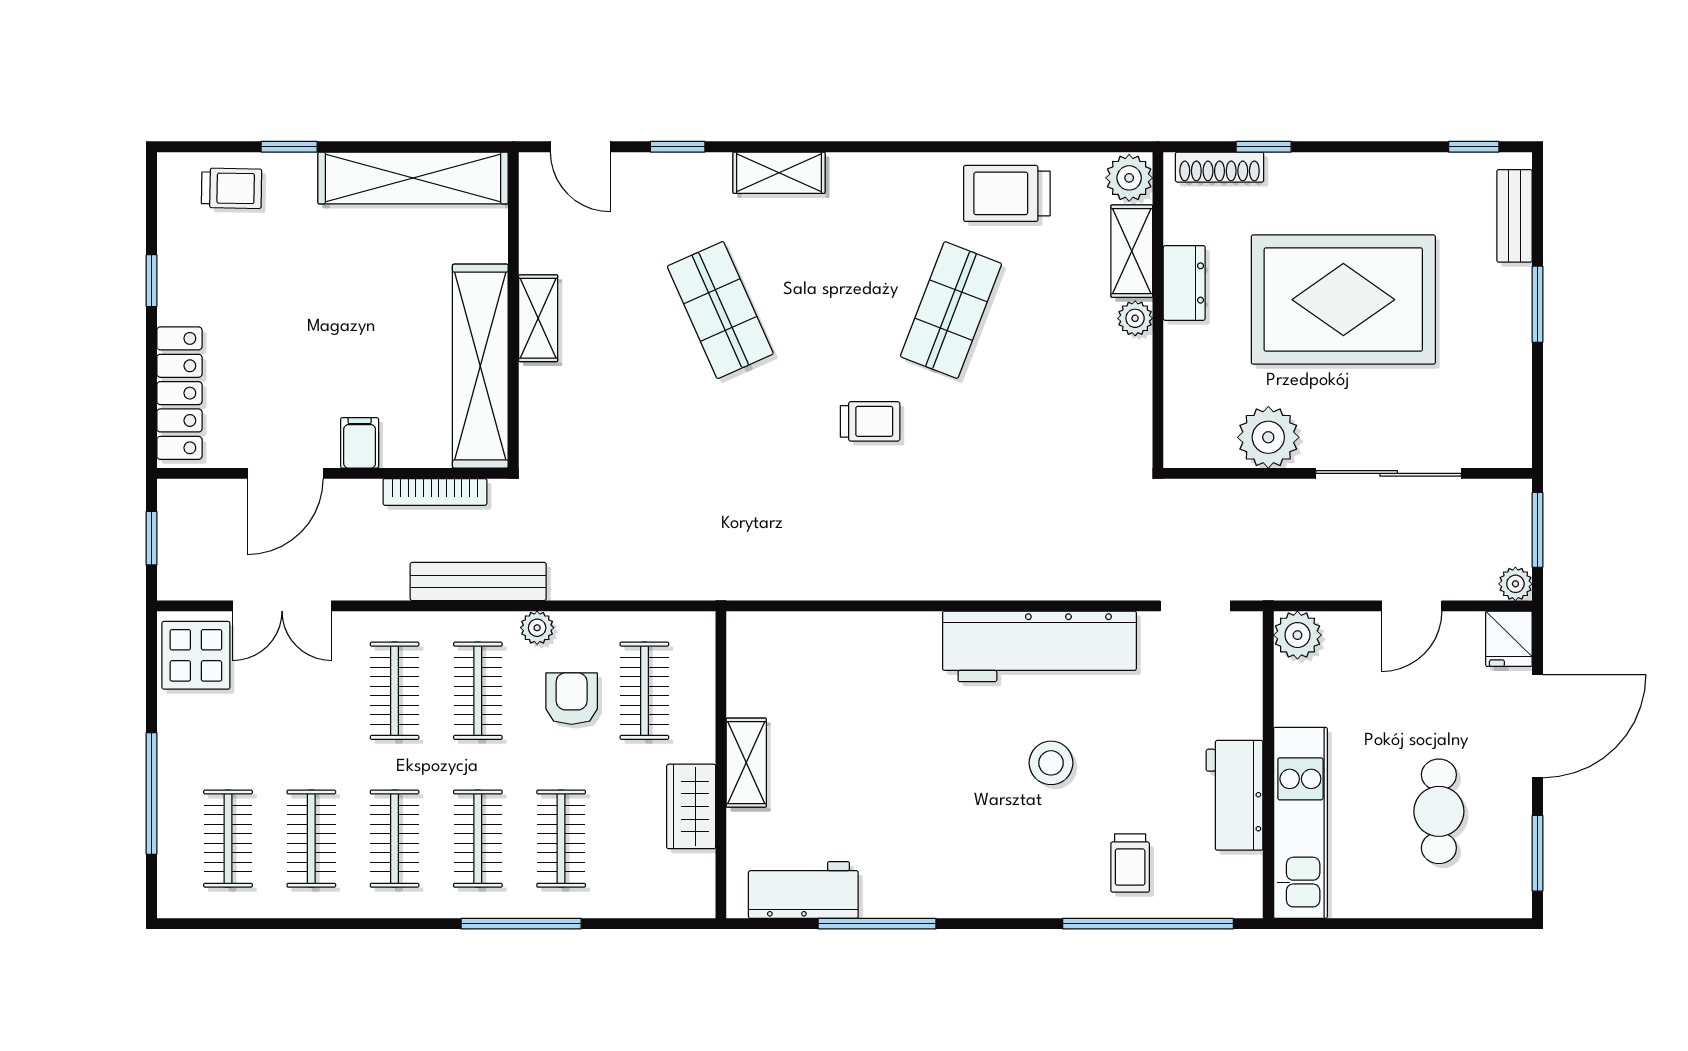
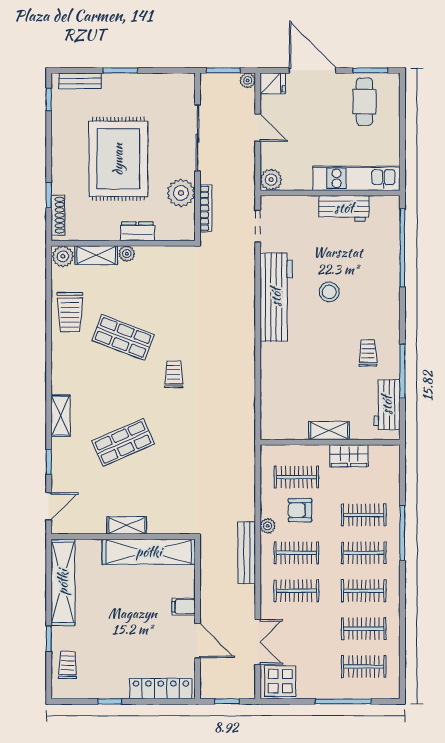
dresser: (1184, 283) -> (137, 231), moved
bookcase: (435, 492) -> (206, 208), moved
cafe table: (1439, 811) -> (364, 102), moved, turned 90
trolley: (1130, 863) -> (368, 353), moved, turned -90

